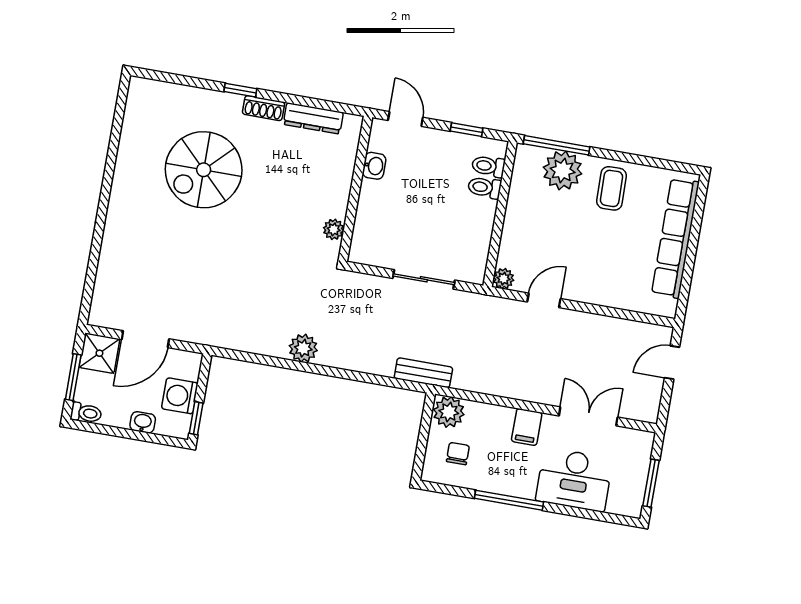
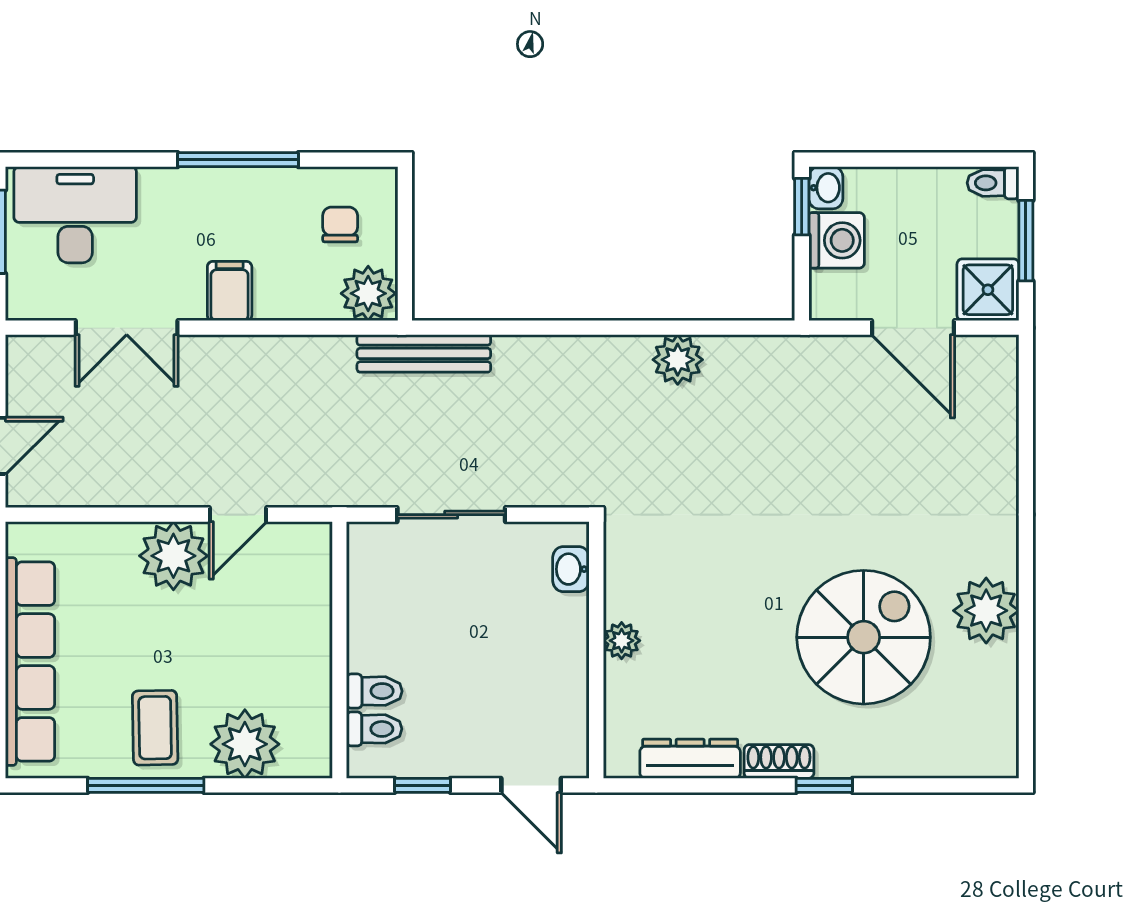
window: (557, 145) -> (146, 785), moved
washbasin: (374, 166) -> (571, 569), moved
plant: (132, 173) -> (986, 611), added
plant: (334, 229) -> (622, 641), moved
plant: (503, 279) -> (173, 556), moved, width x1.88, depth x1.88
door: (145, 339) -> (913, 328), swing flipped
plant: (303, 348) -> (678, 360), moved
bench: (423, 373) -> (424, 353), width x1.36
washbasin: (143, 422) -> (826, 188), moved, turned -90
chair: (458, 454) -> (340, 225), turned 180
desk: (574, 480) -> (75, 215), moved

